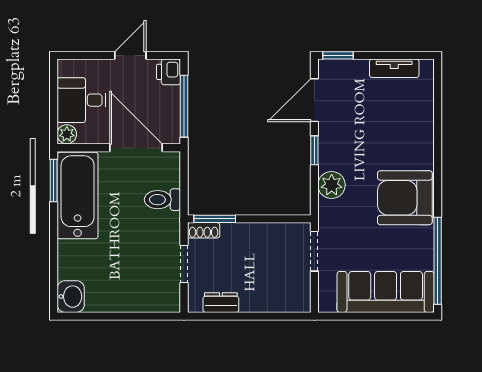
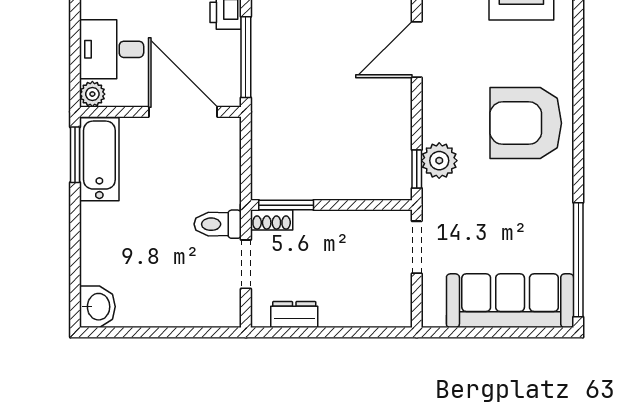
window: (314, 150) -> (417, 169), moved
bathtub: (78, 196) -> (99, 159), width x0.73, depth x0.73
armchair: (405, 198) -> (526, 123), moved
toilet: (162, 200) -> (218, 224), moved

